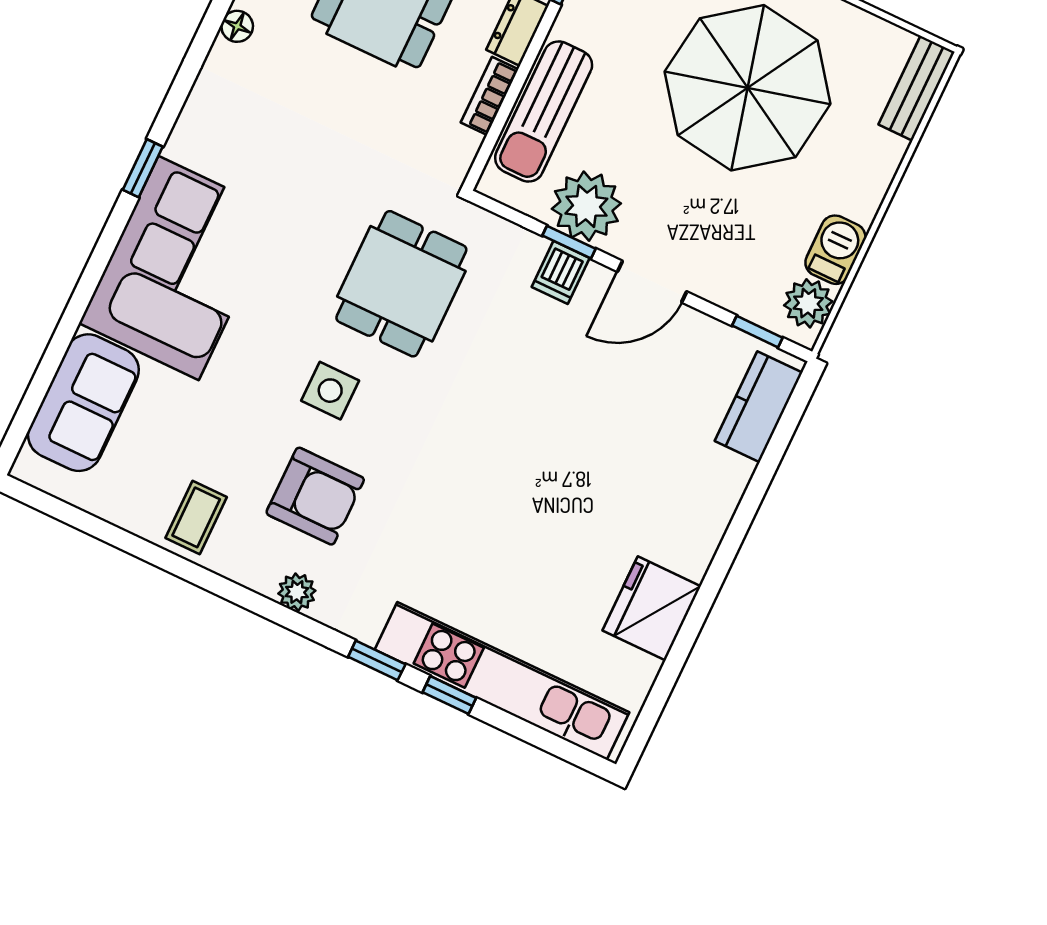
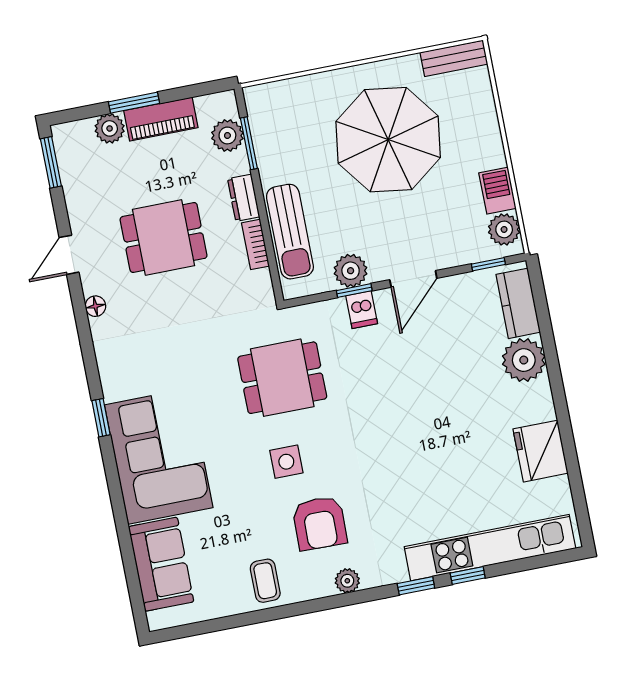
bench: (917, 88) -> (454, 58), moved, turned 90
plant: (586, 206) -> (351, 271), width x0.73, depth x0.73
dining table: (401, 284) -> (282, 378), turned 90
plant: (714, 481) -> (524, 360), added
armchair: (315, 496) -> (320, 523), turned 91

